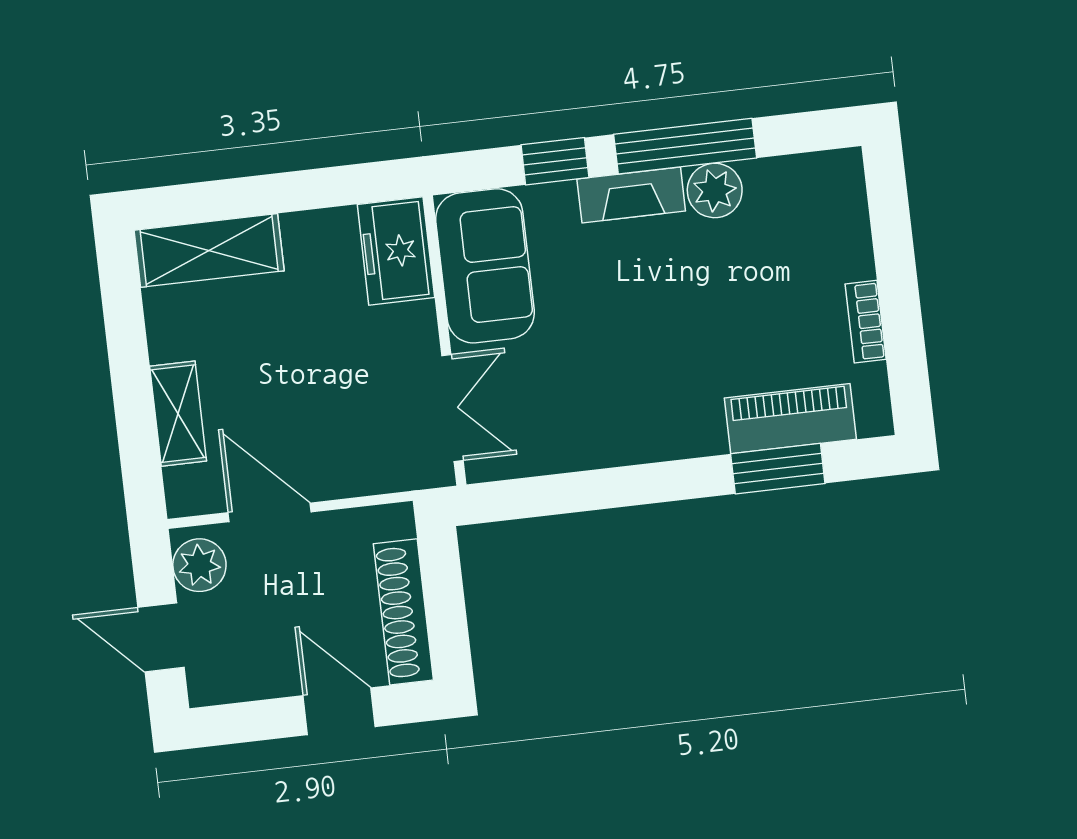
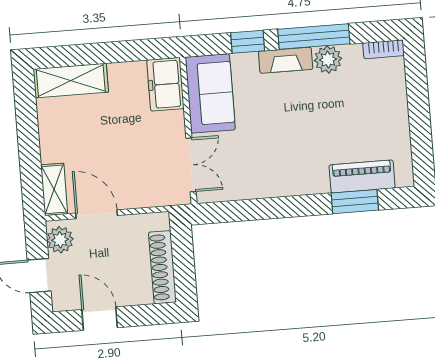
bookcase: (866, 322) -> (384, 49), moved, turned -90
shelving: (178, 414) -> (54, 189), moved
door: (339, 711) -> (100, 319), moved

